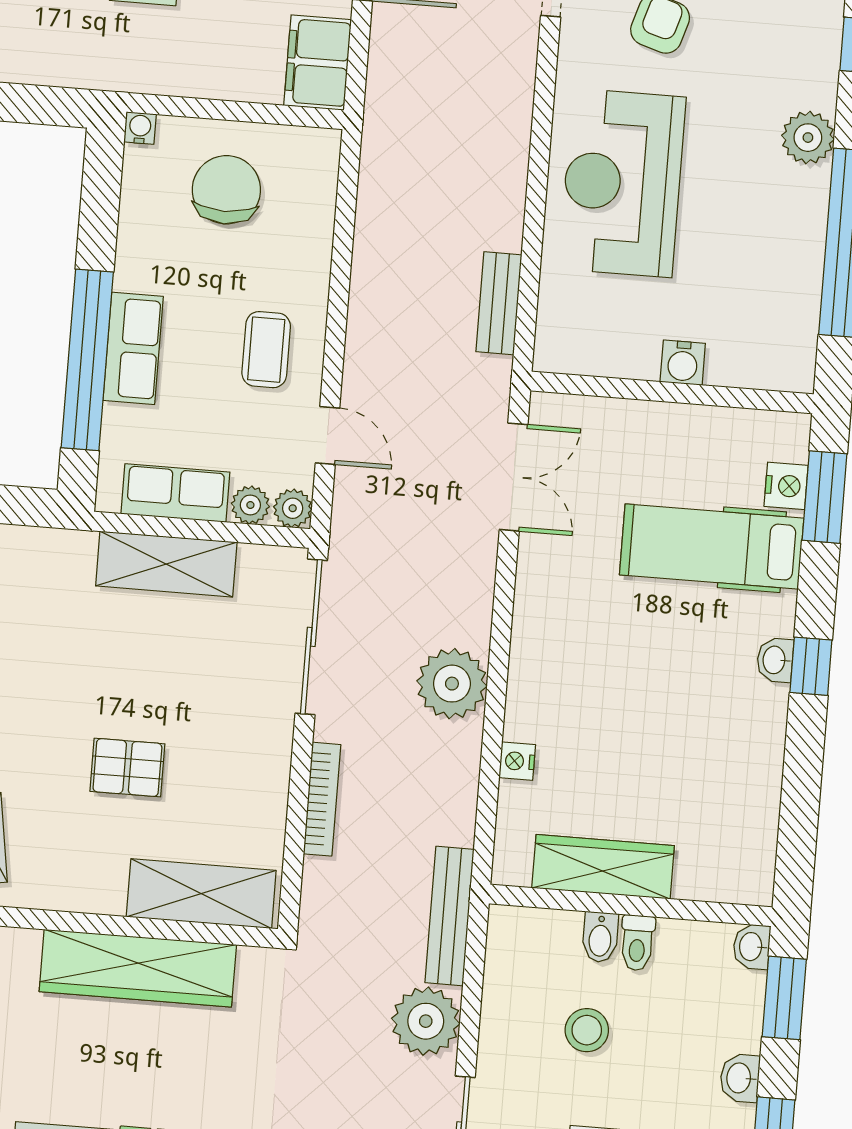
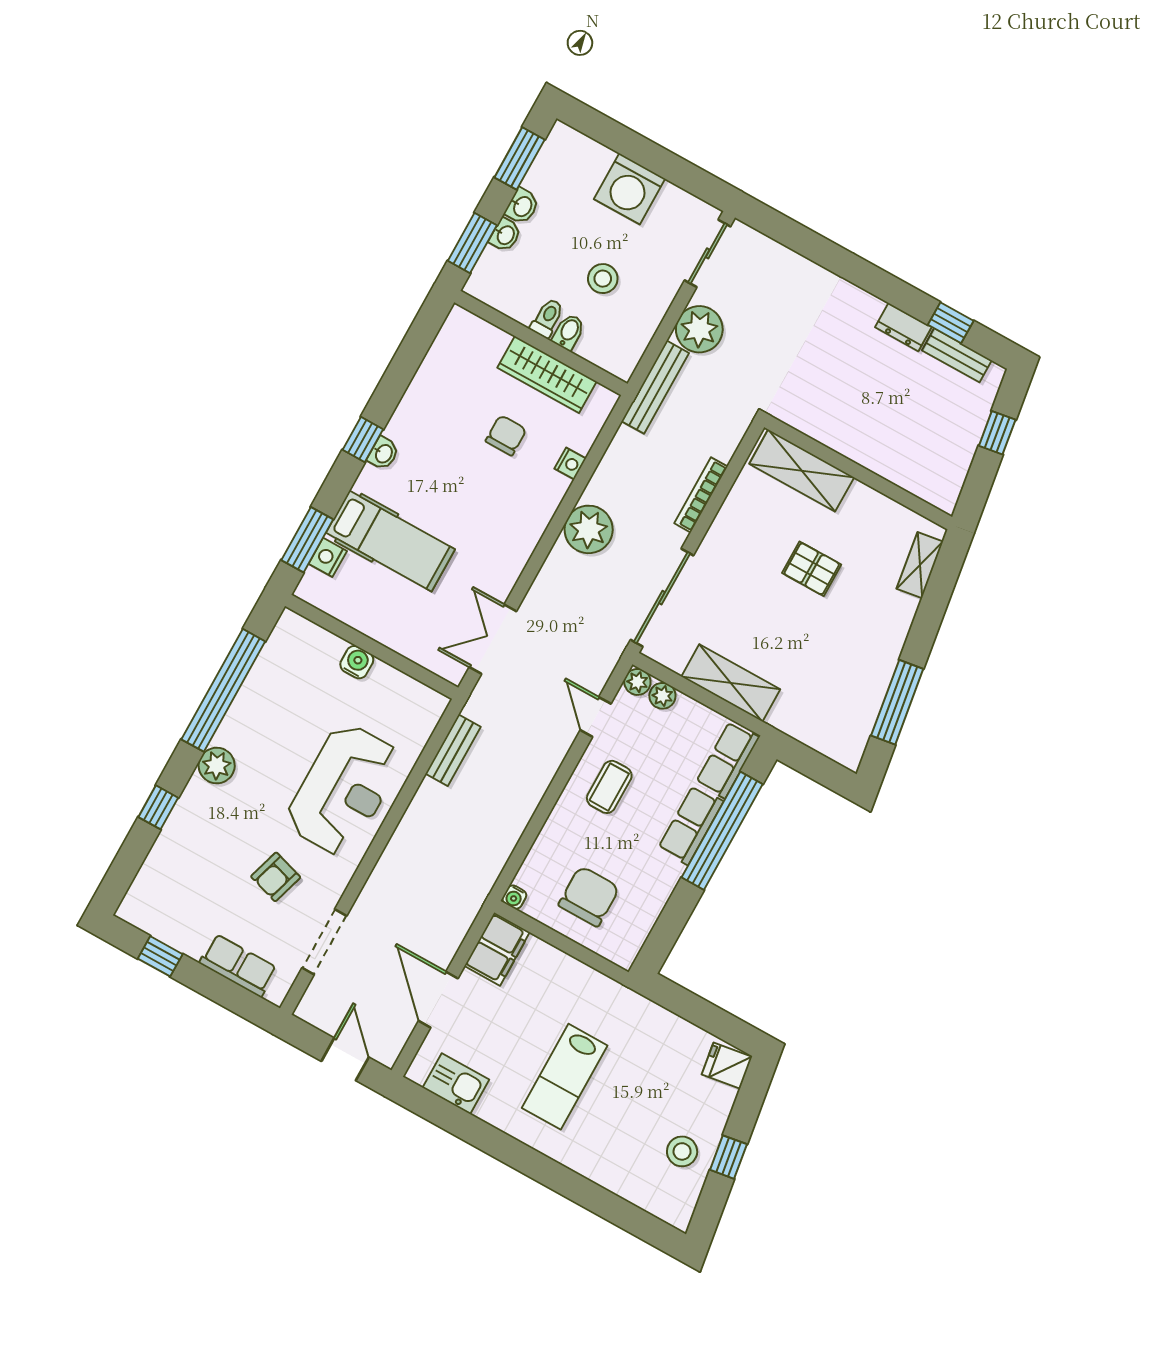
water cooler: (140, 128) -> (514, 897), moved
chair: (226, 190) -> (589, 896), turned 180
row of seats: (175, 493) -> (728, 760), moved, turned 90
chair: (621, 760) -> (506, 435), added
washbasin: (752, 947) -> (505, 235), moved
wardrobe: (138, 968) -> (862, 443), removed

